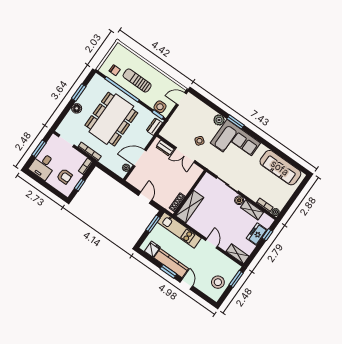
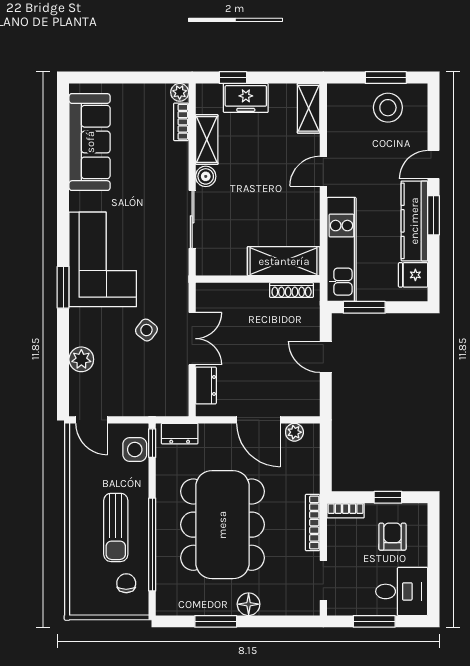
dining table: (111, 119) -> (222, 525), turned 90
plant: (219, 120) -> (81, 359), moved
door: (145, 198) -> (326, 357), hinge flipped
window: (236, 279) -> (386, 78), moved

